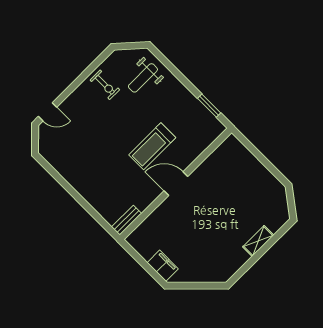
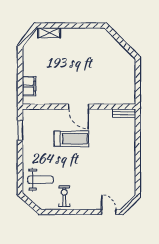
shelving: (258, 241) -> (49, 33), moved
filing cabinet: (163, 266) -> (29, 86), moved, turned 180

